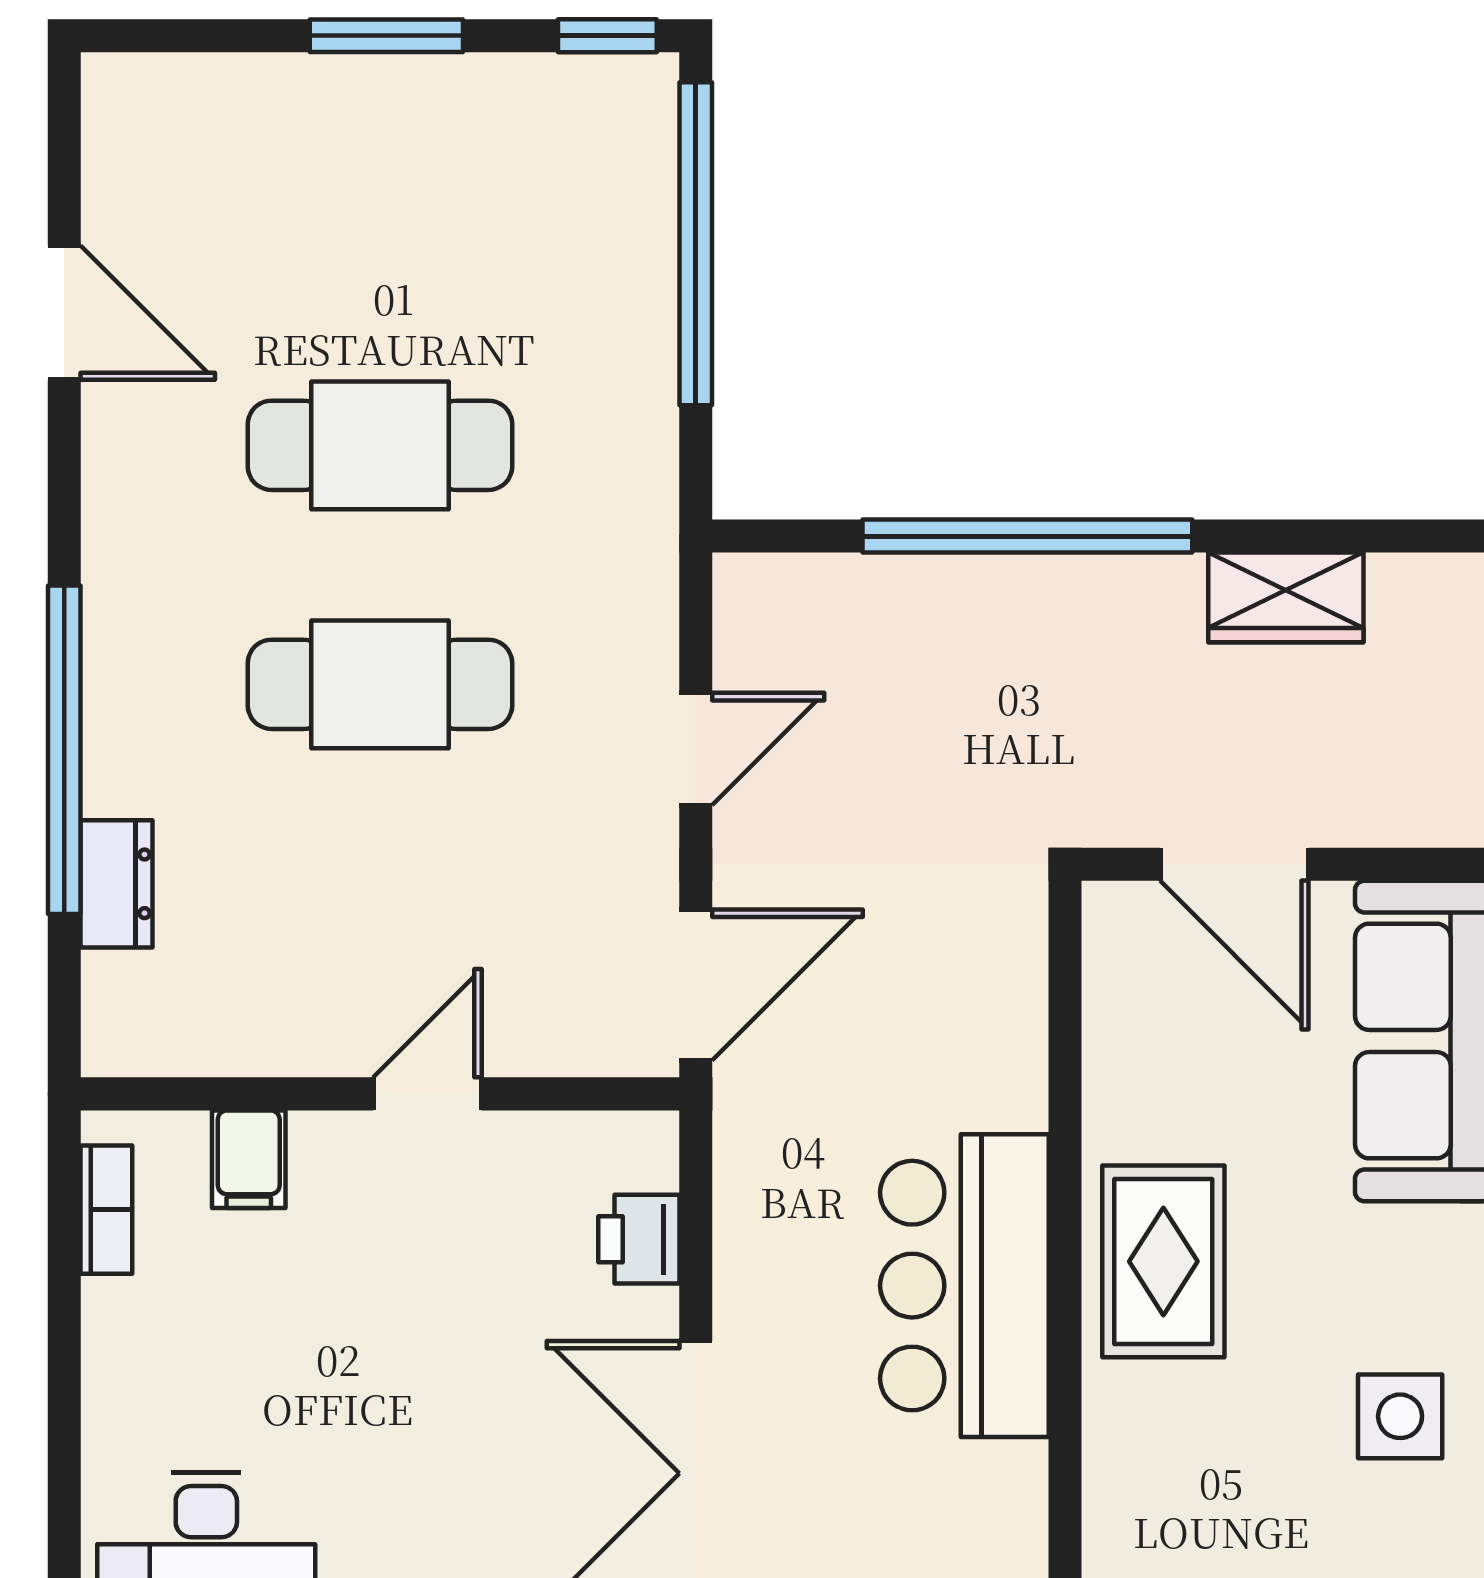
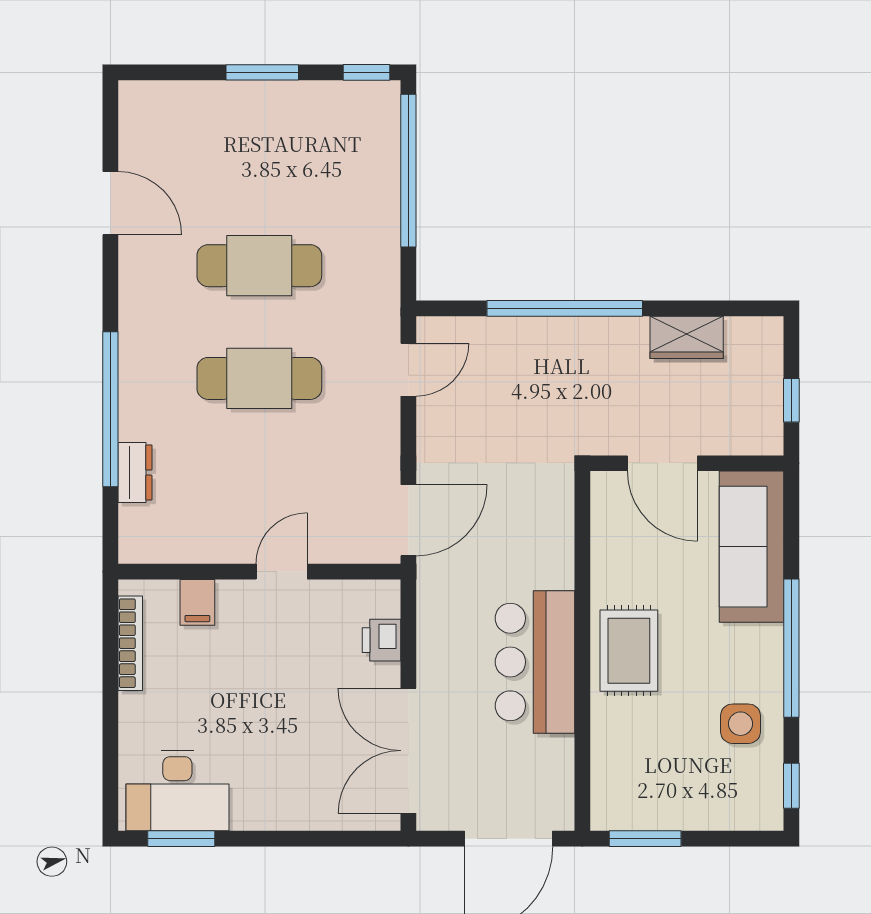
door: (696, 749) -> (408, 370), moved
bookcase: (106, 1210) -> (130, 643), width x1.56

